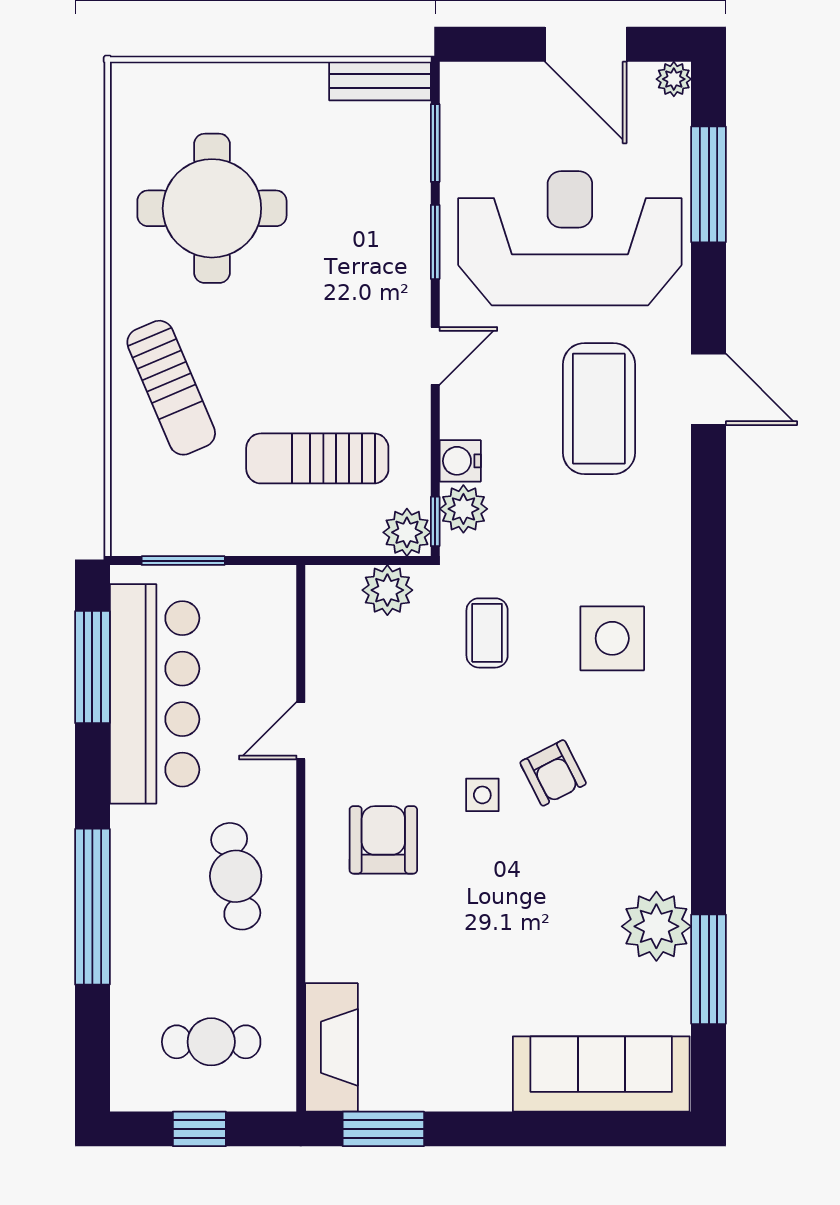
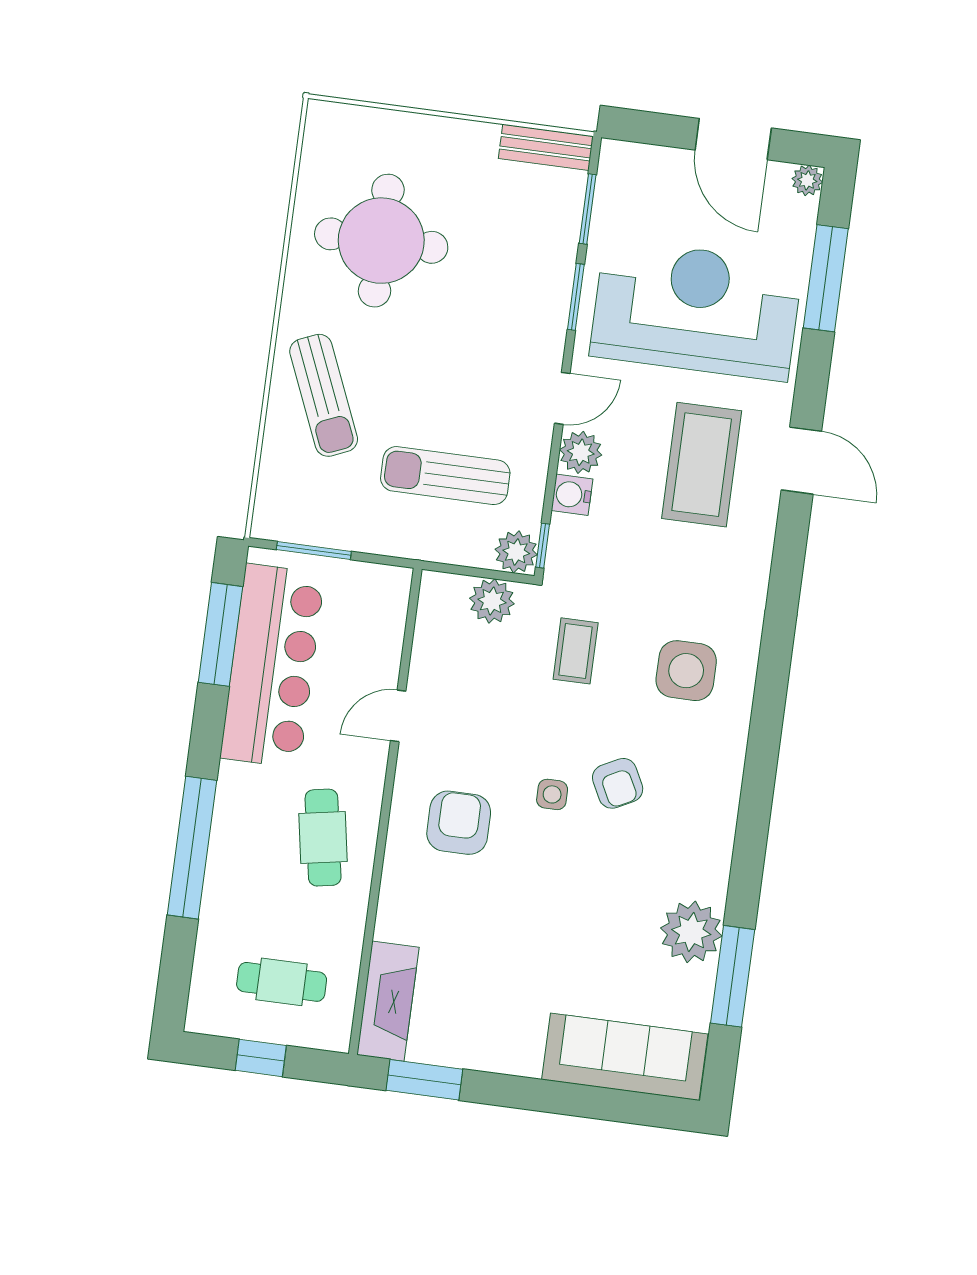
plant: (463, 509) -> (581, 452), moved

